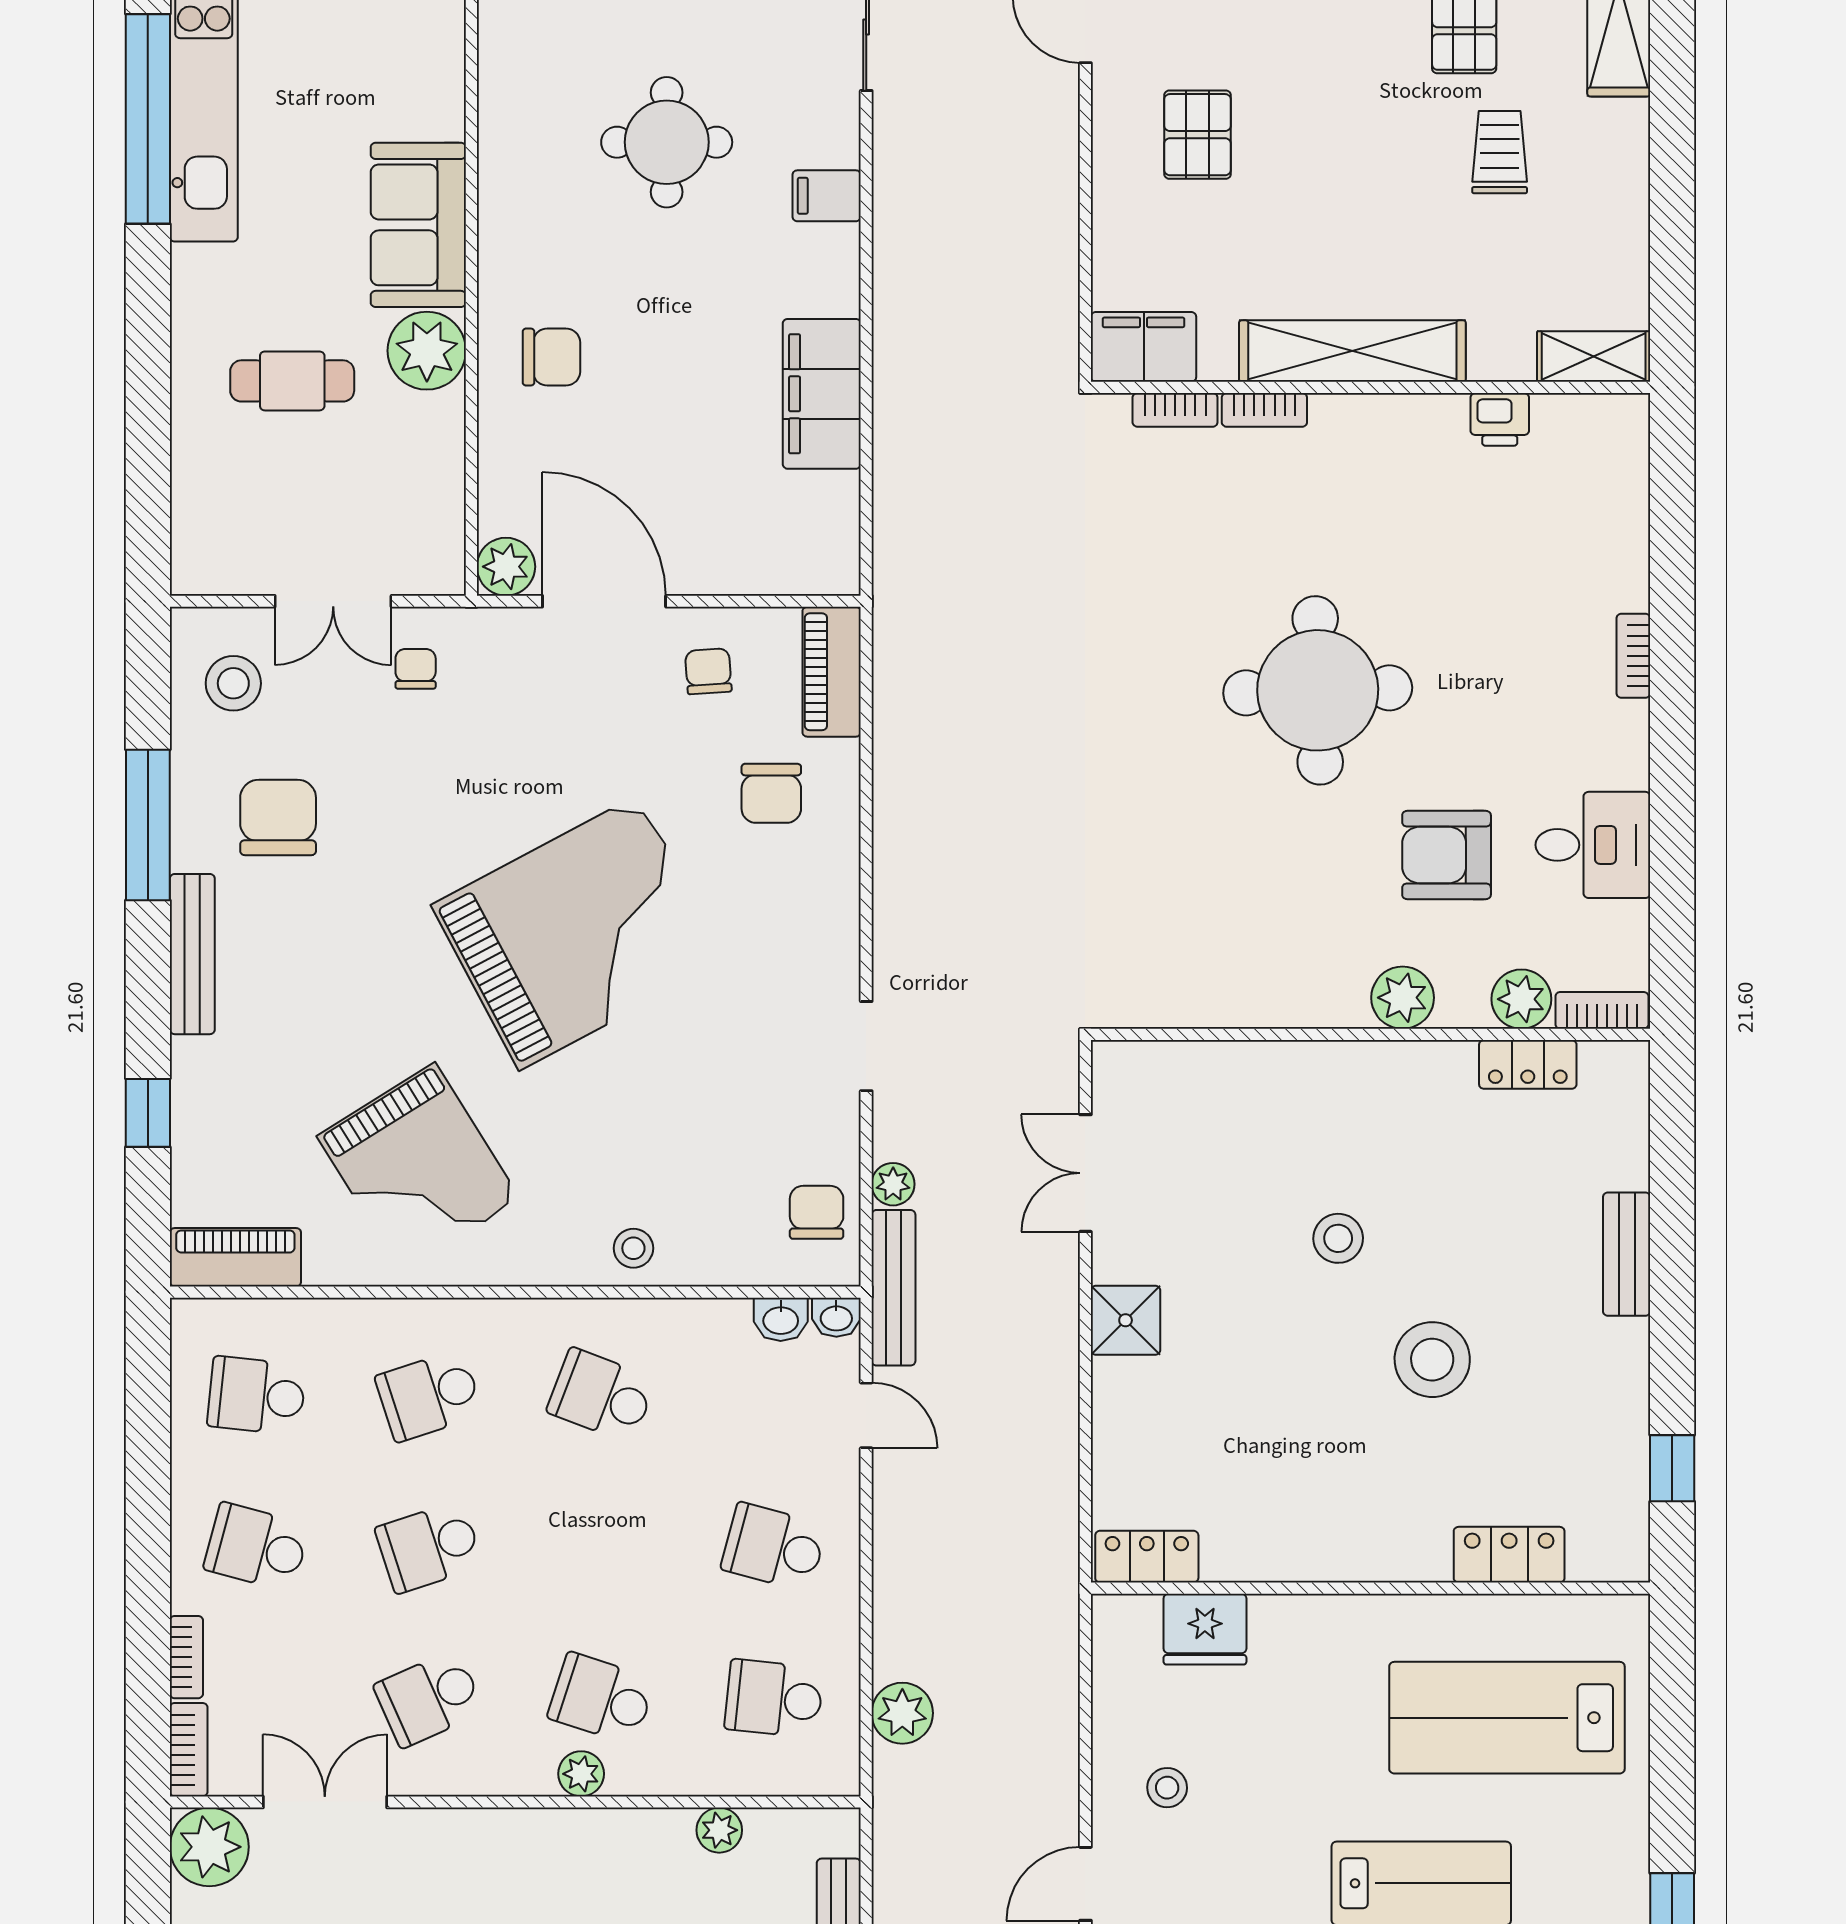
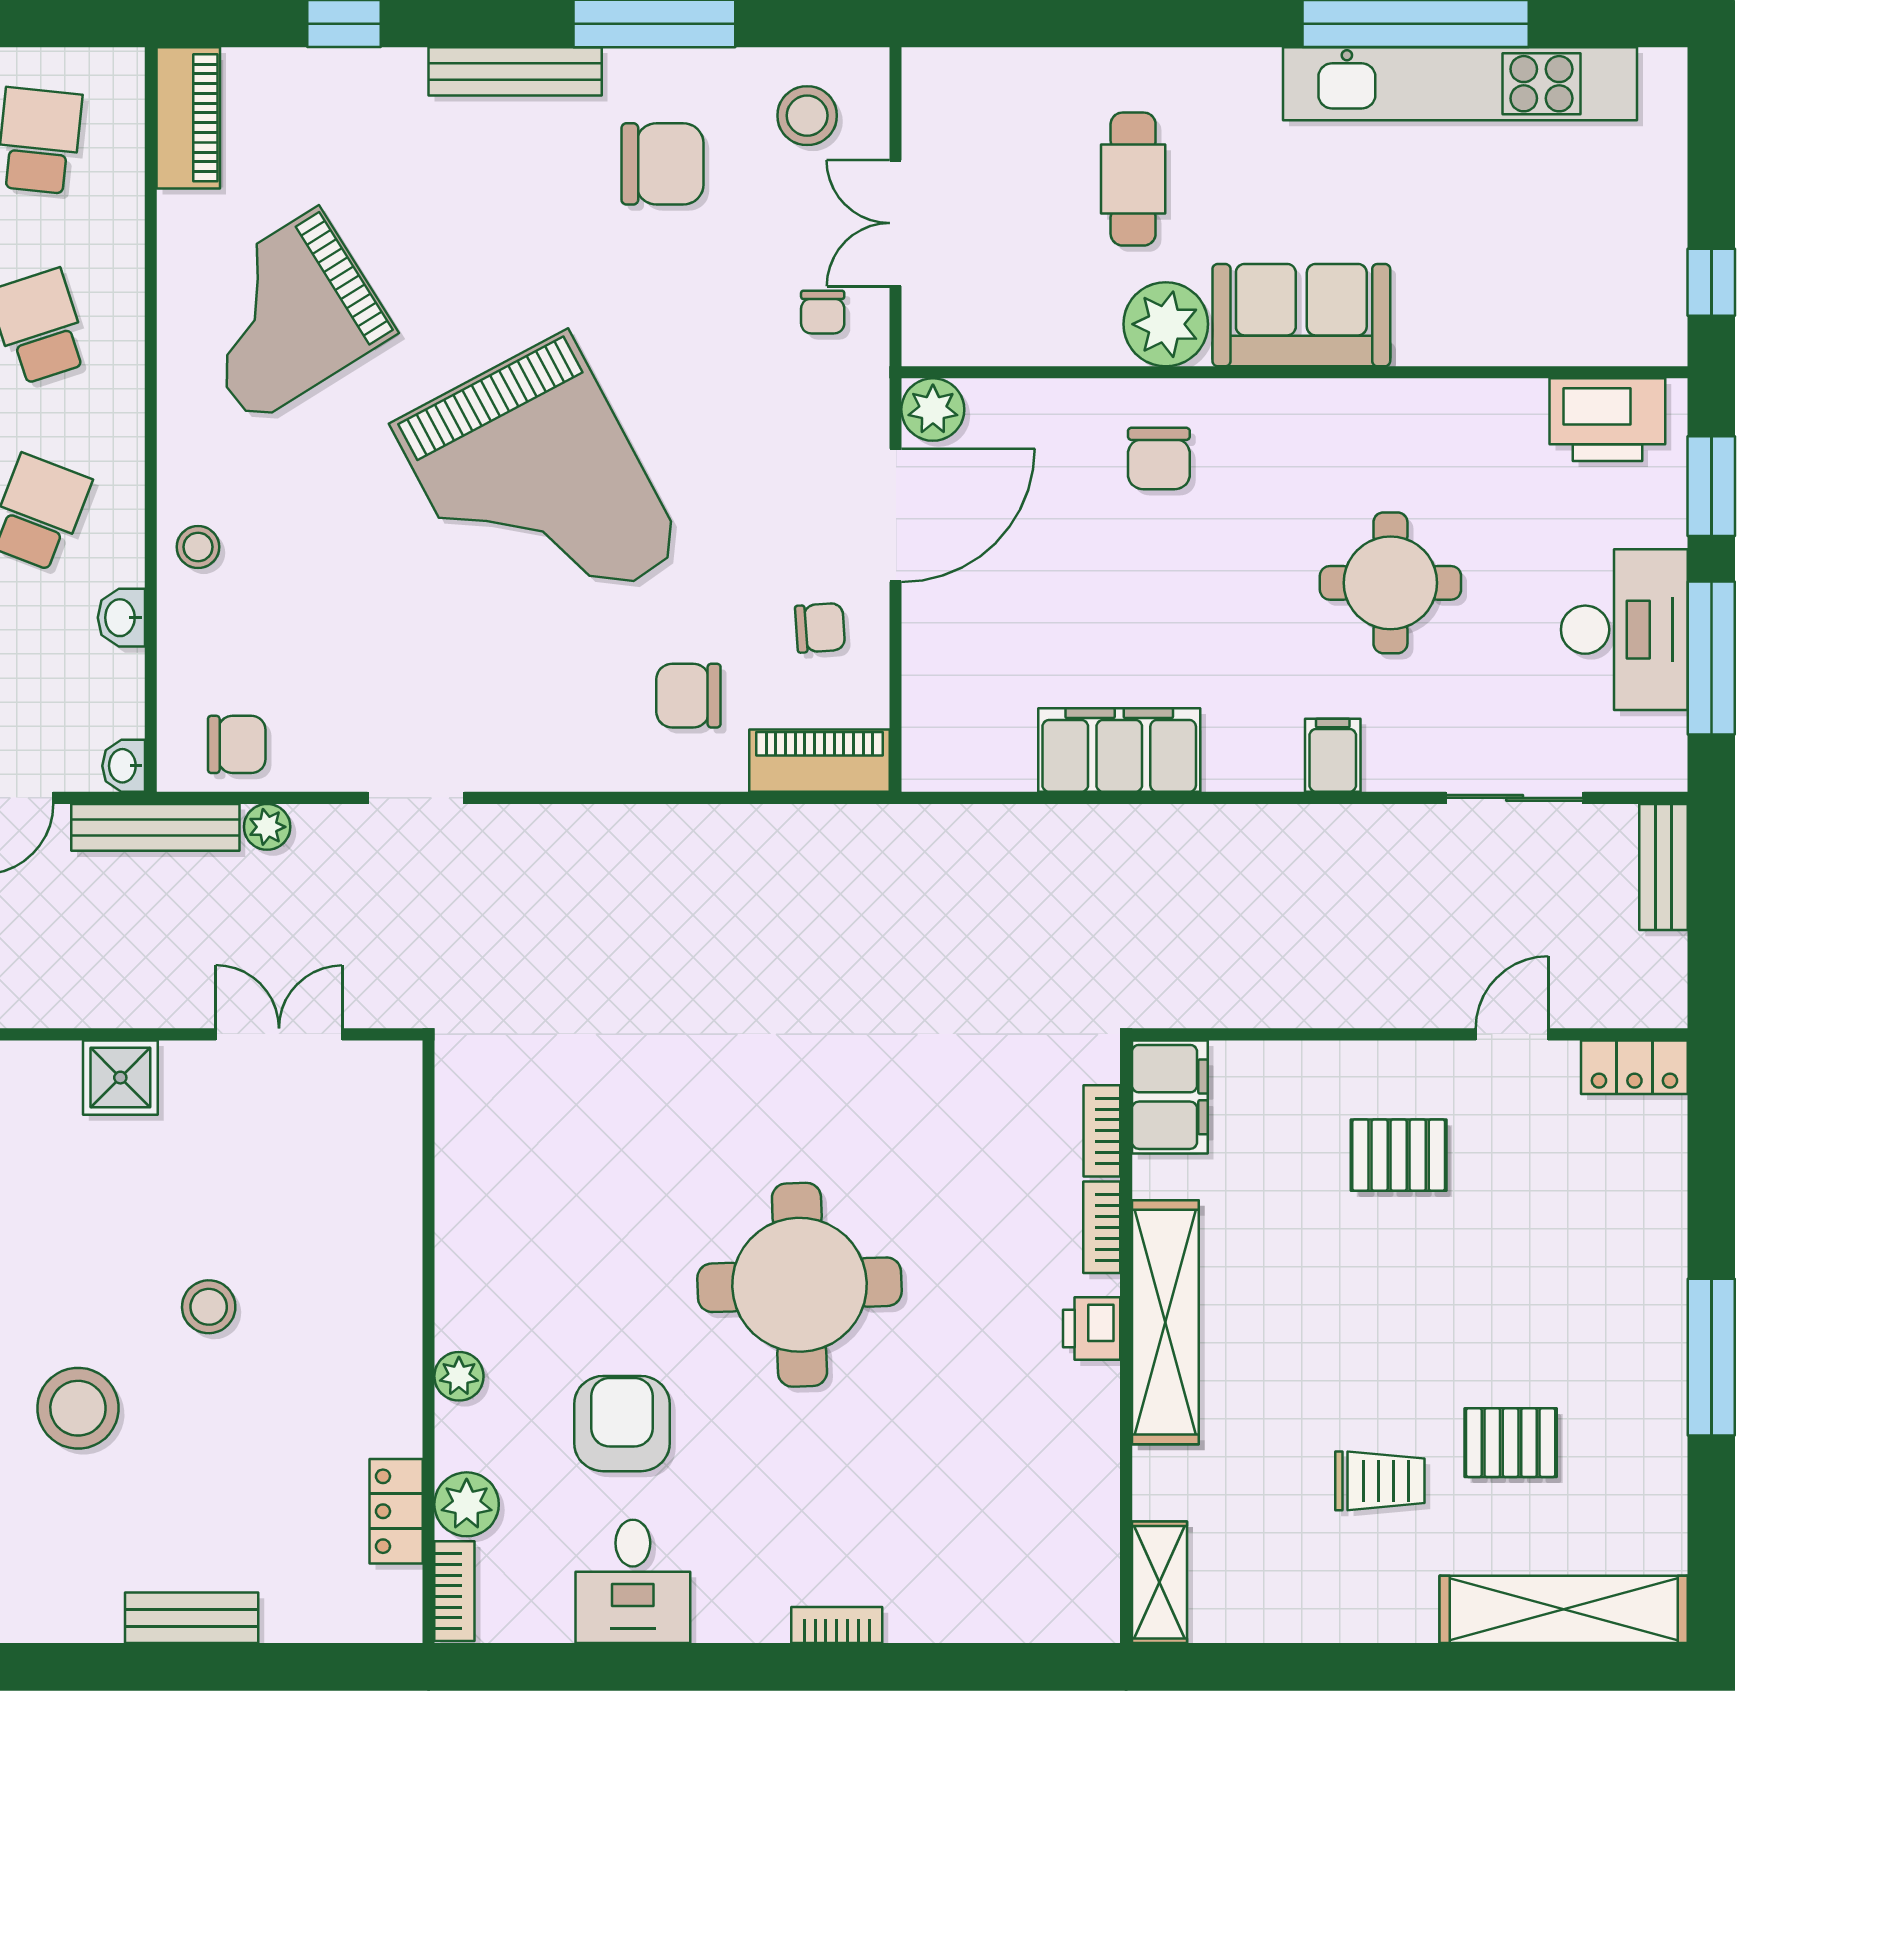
printer: (1500, 419) -> (1092, 1328), moved
chair: (416, 669) -> (823, 312), turned 90
plant: (1403, 998) -> (459, 1376), width x0.73, depth x0.73
washbasin: (781, 1319) -> (121, 618), moved

